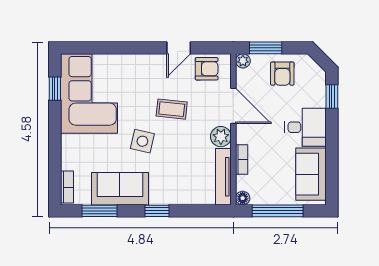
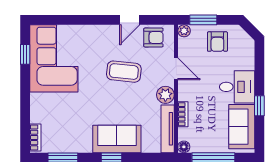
window: (332, 97) -> (259, 106), moved
door: (233, 106) -> (176, 69), width x0.73
coffee table: (172, 109) -> (124, 72), width x1.36, depth x1.30
side table: (142, 141) -> (99, 99), removed
sofa: (120, 189) -> (117, 139), moved

